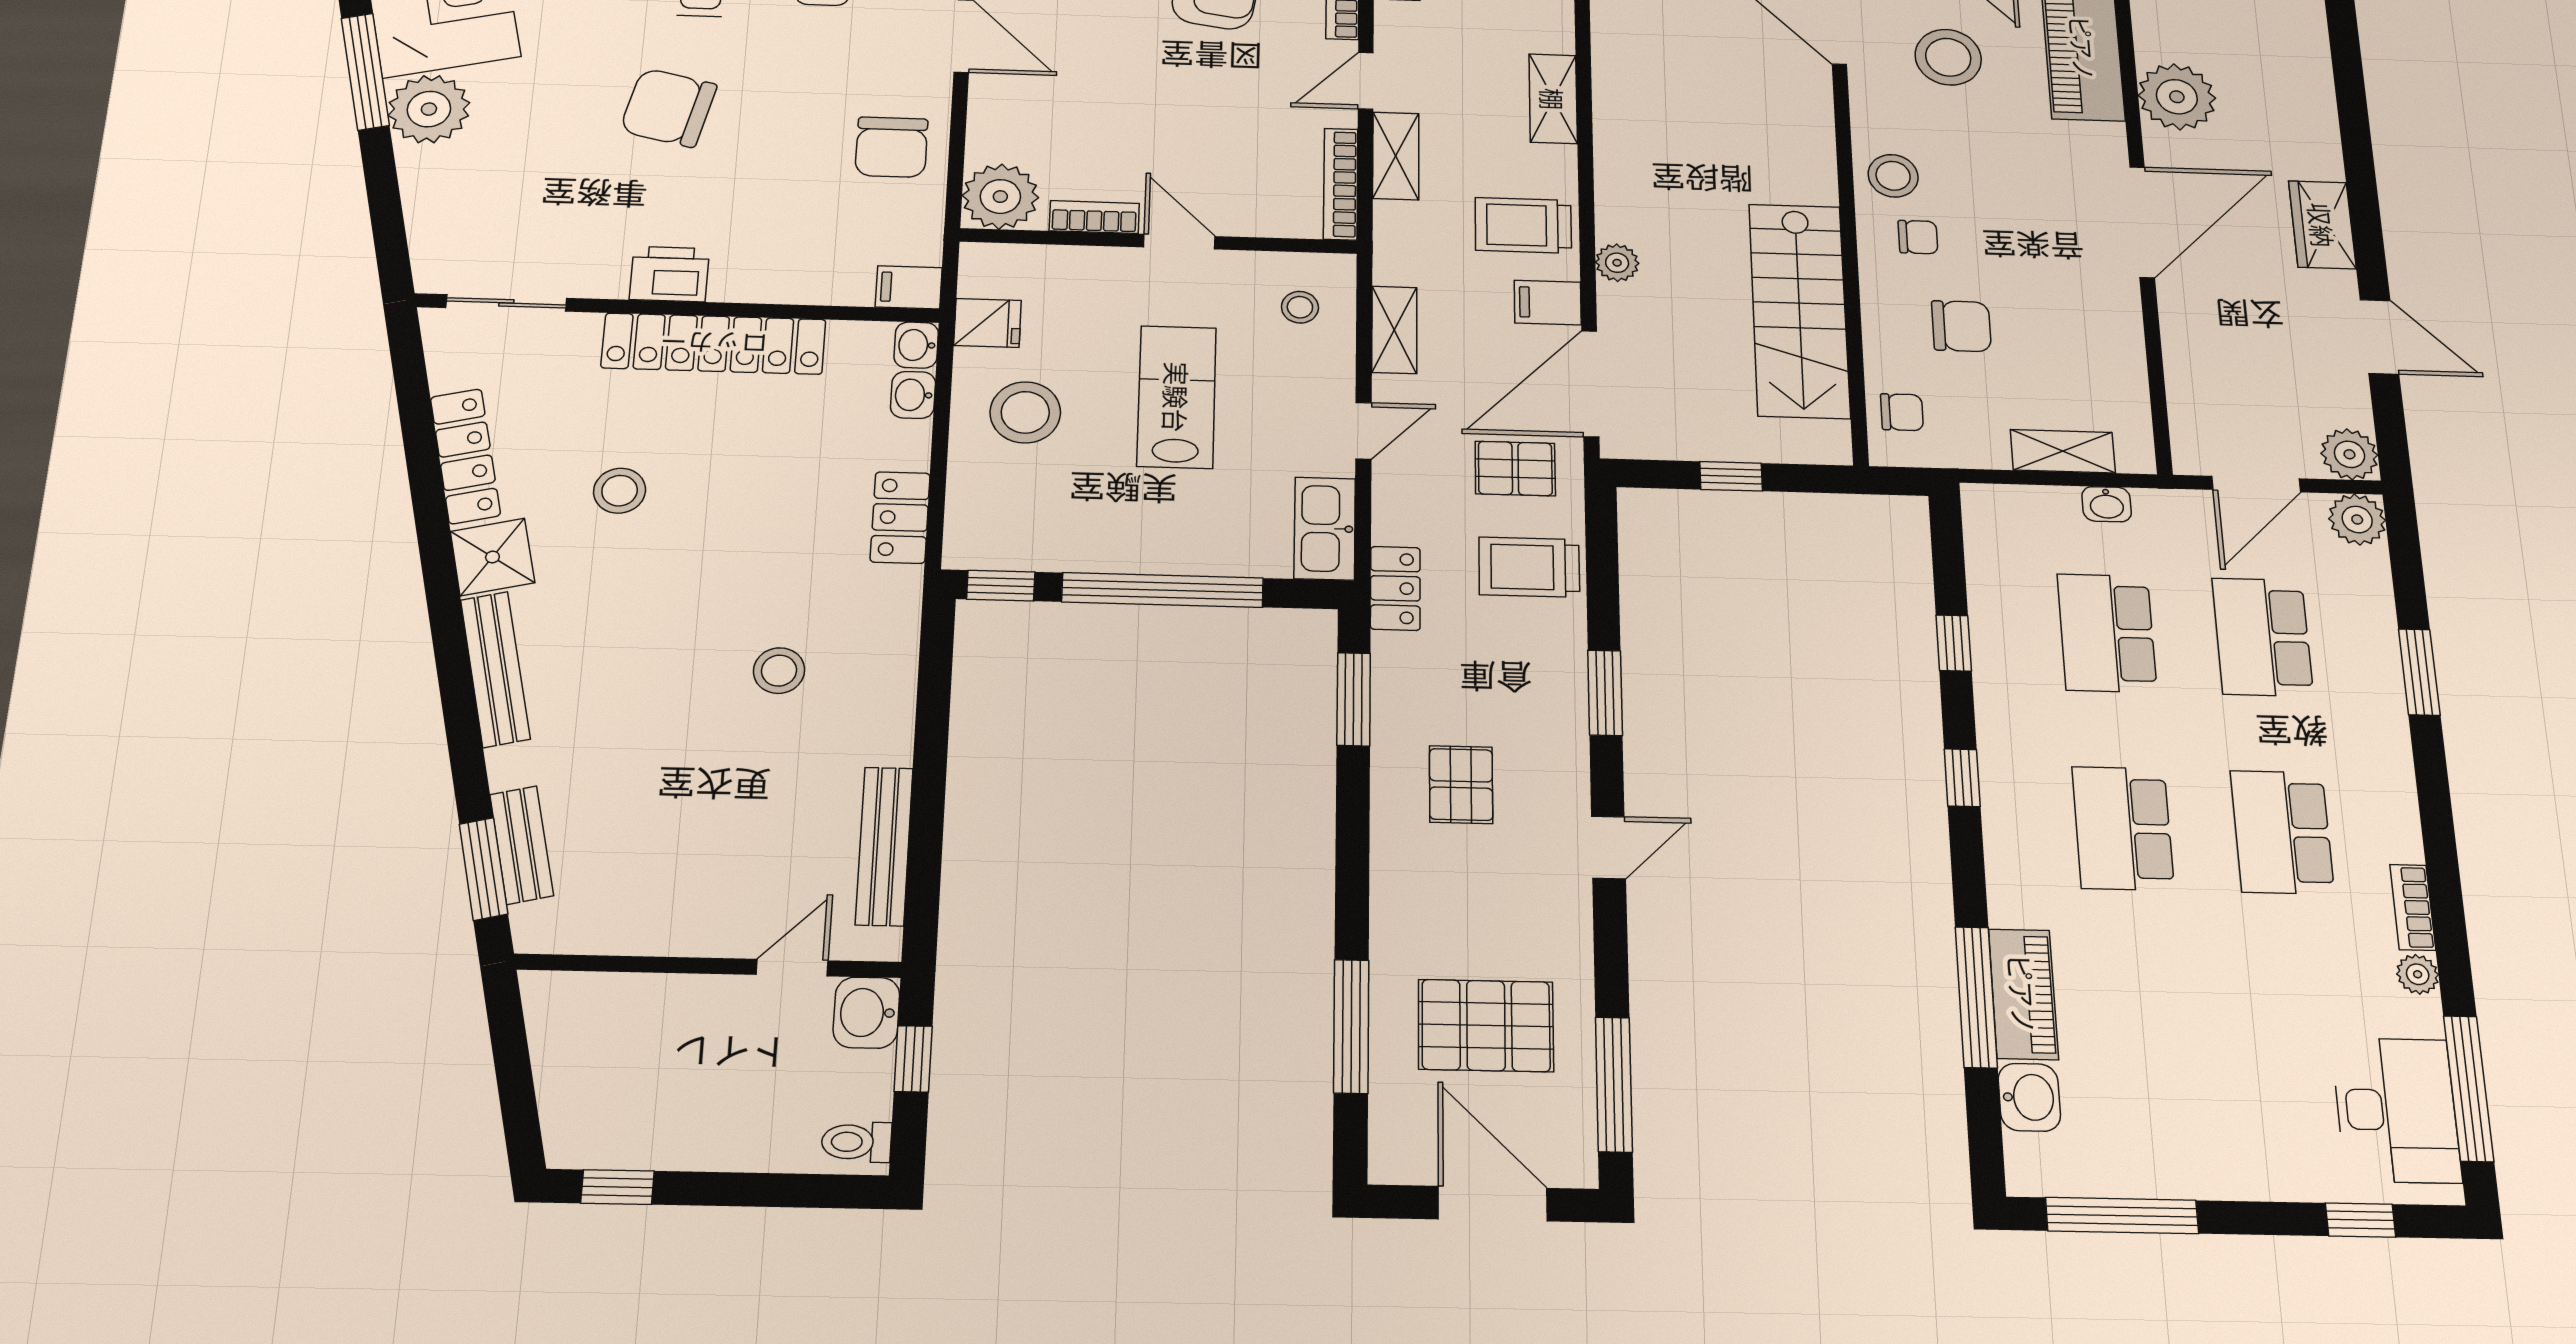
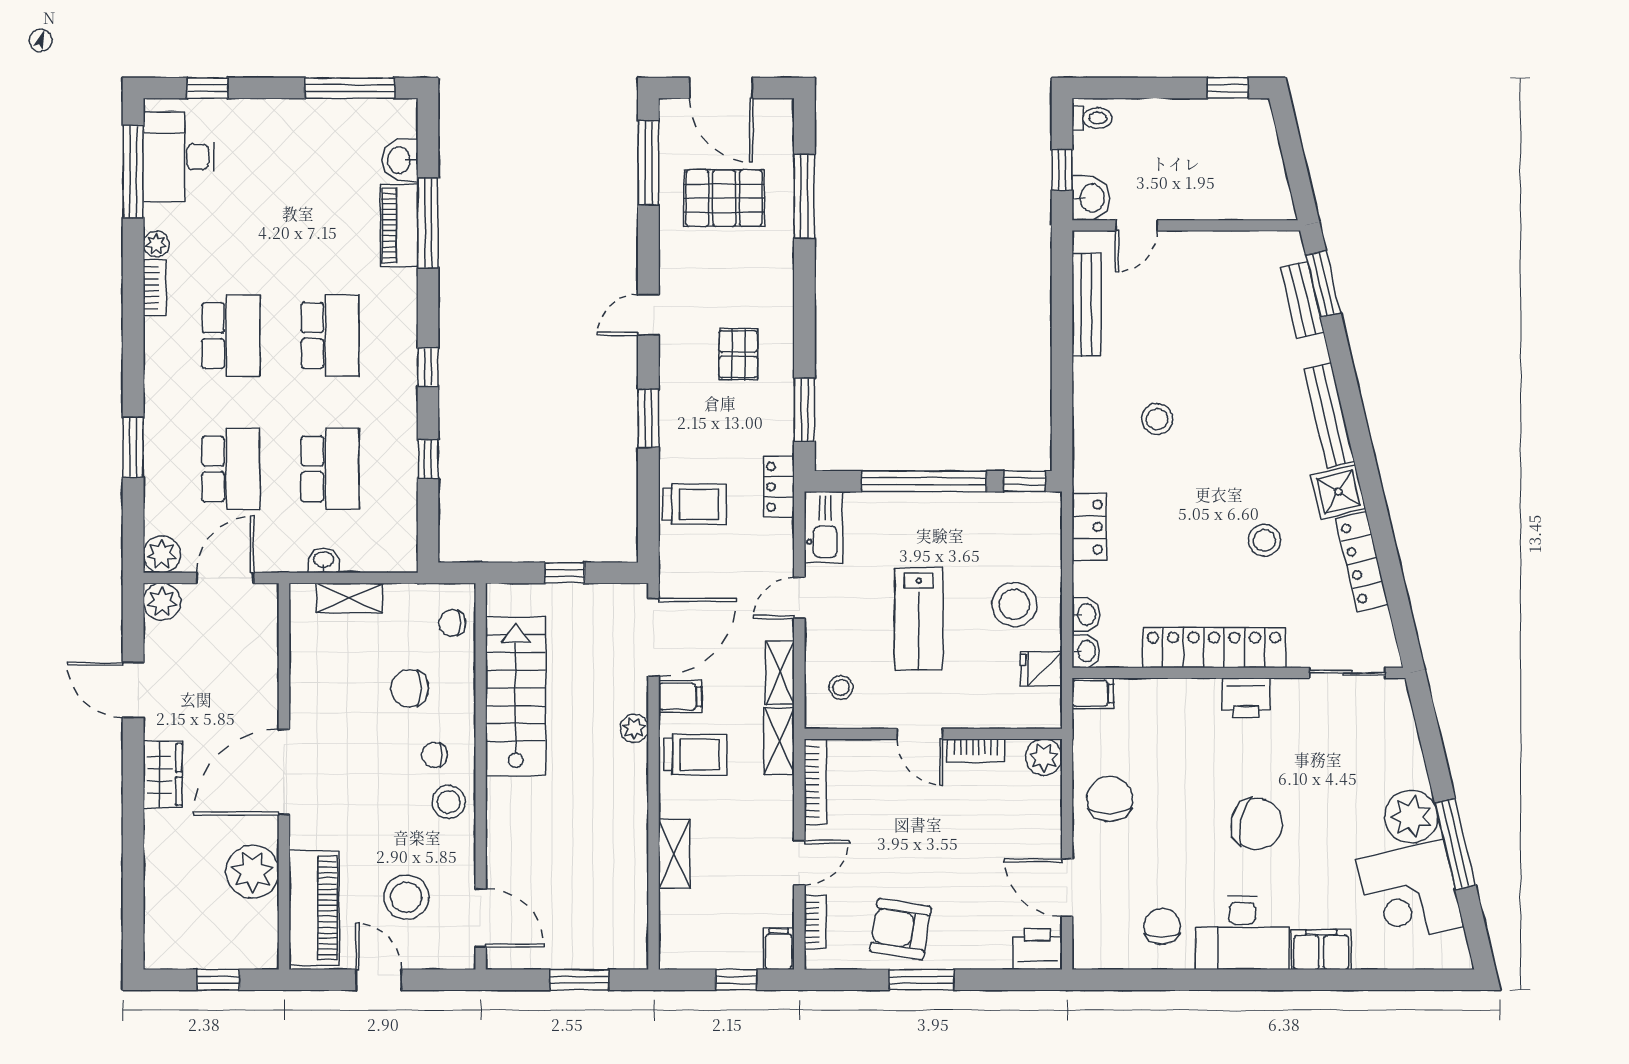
shelving: (1396, 156) -> (779, 741), moved
plant: (1000, 197) -> (1044, 757), width x0.73, depth x0.73
pallet: (1515, 469) -> (703, 574), removed

